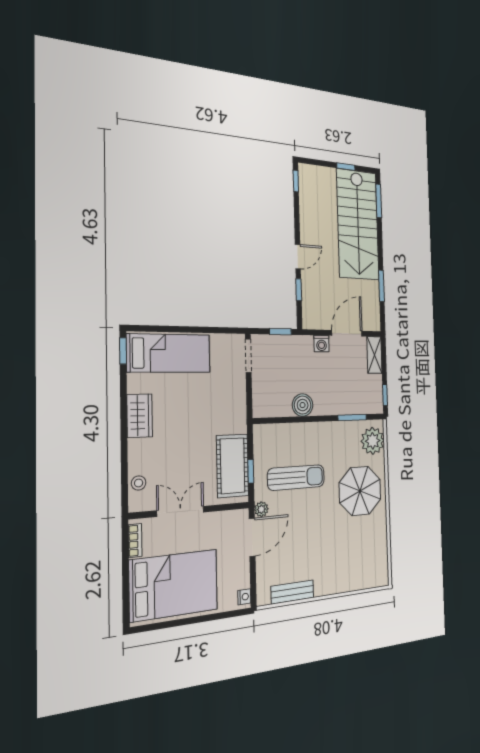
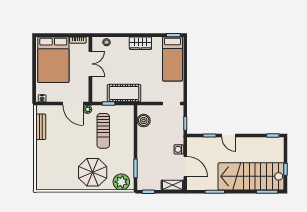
boiler: (303, 405) -> (144, 121), moved
cot: (233, 466) -> (124, 93), moved

